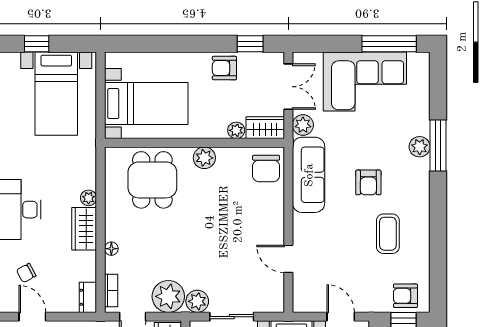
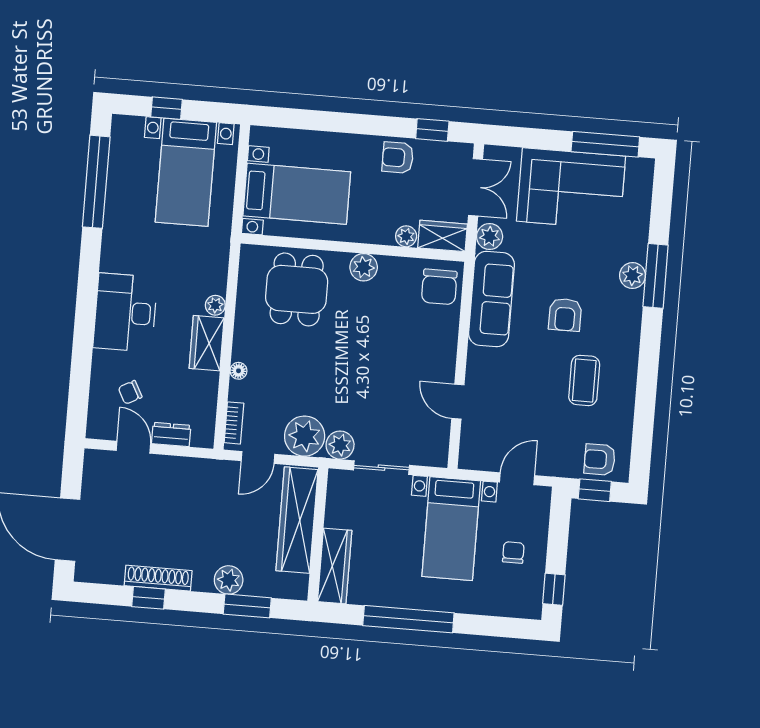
dresser: (88, 297) -> (171, 435), moved, turned 90
door: (341, 317) -> (517, 479), hinge flipped

